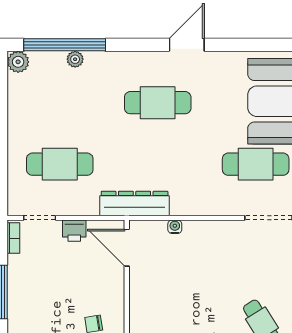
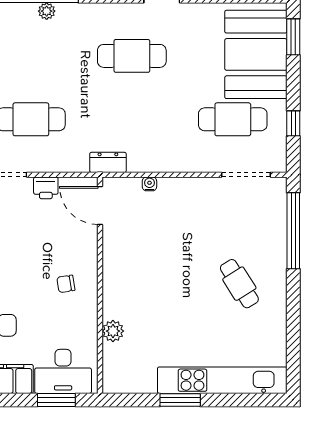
dresser: (135, 204) -> (108, 162), width x0.51, depth x0.80

